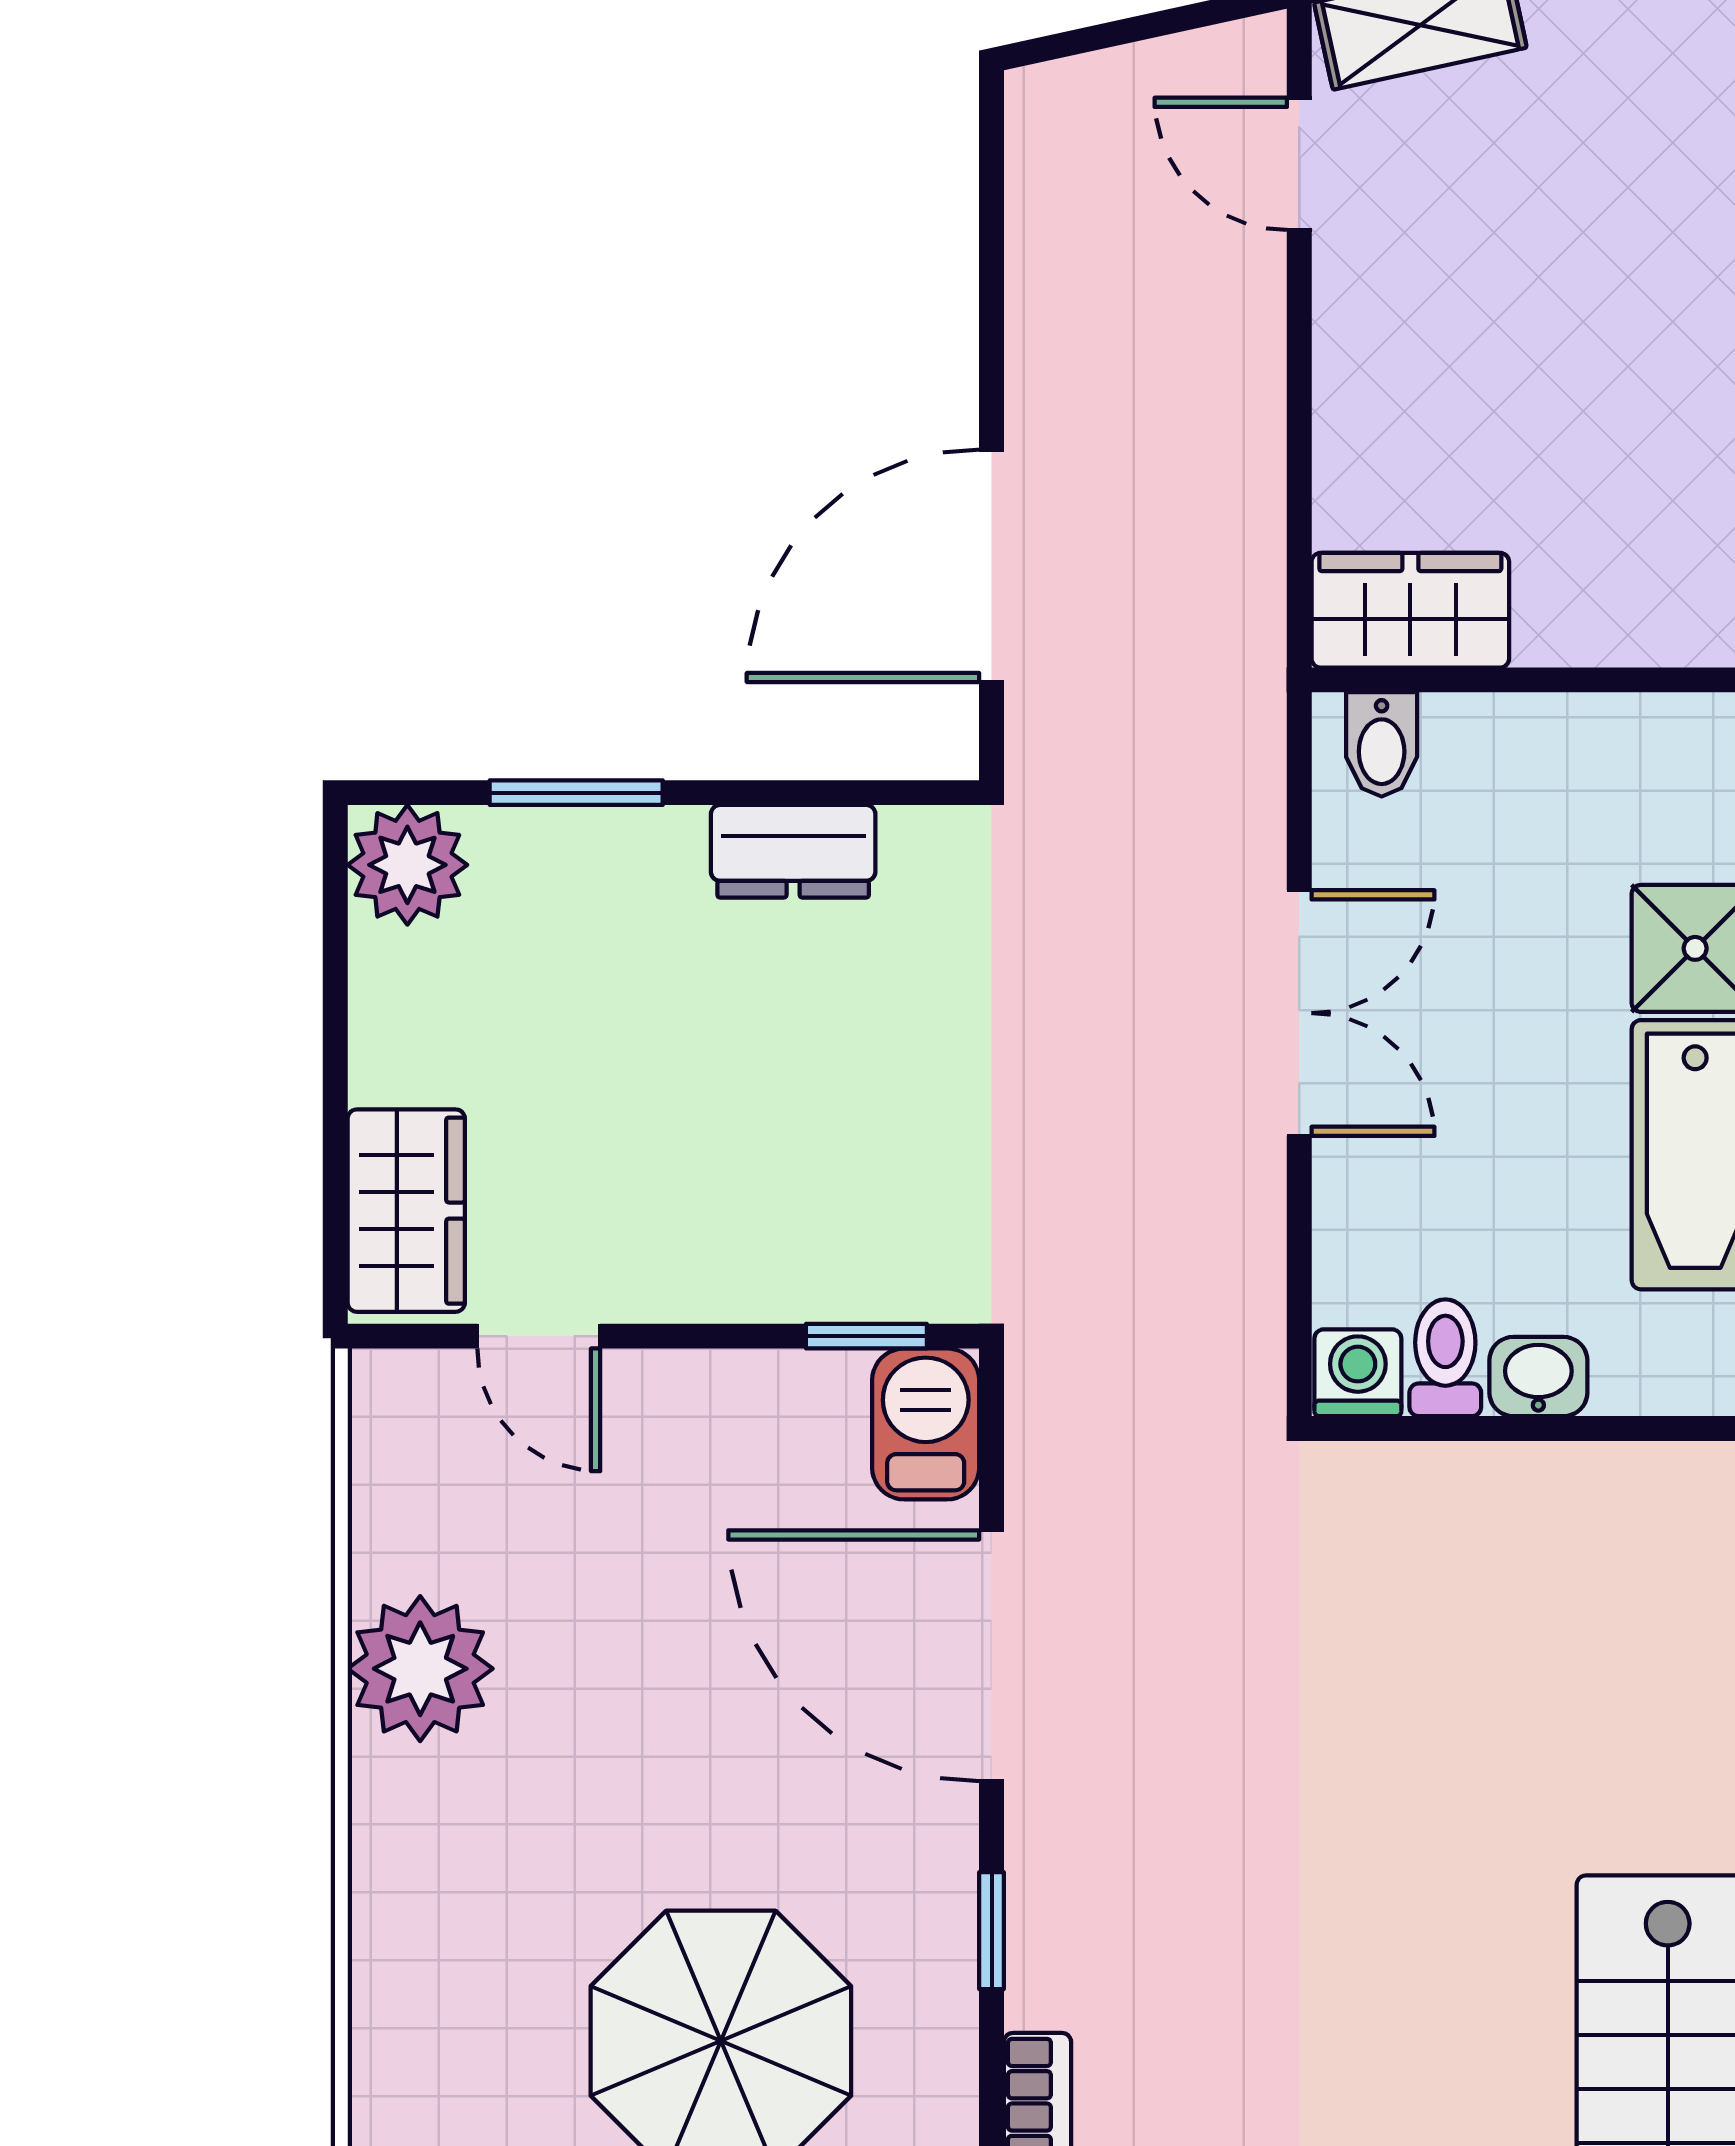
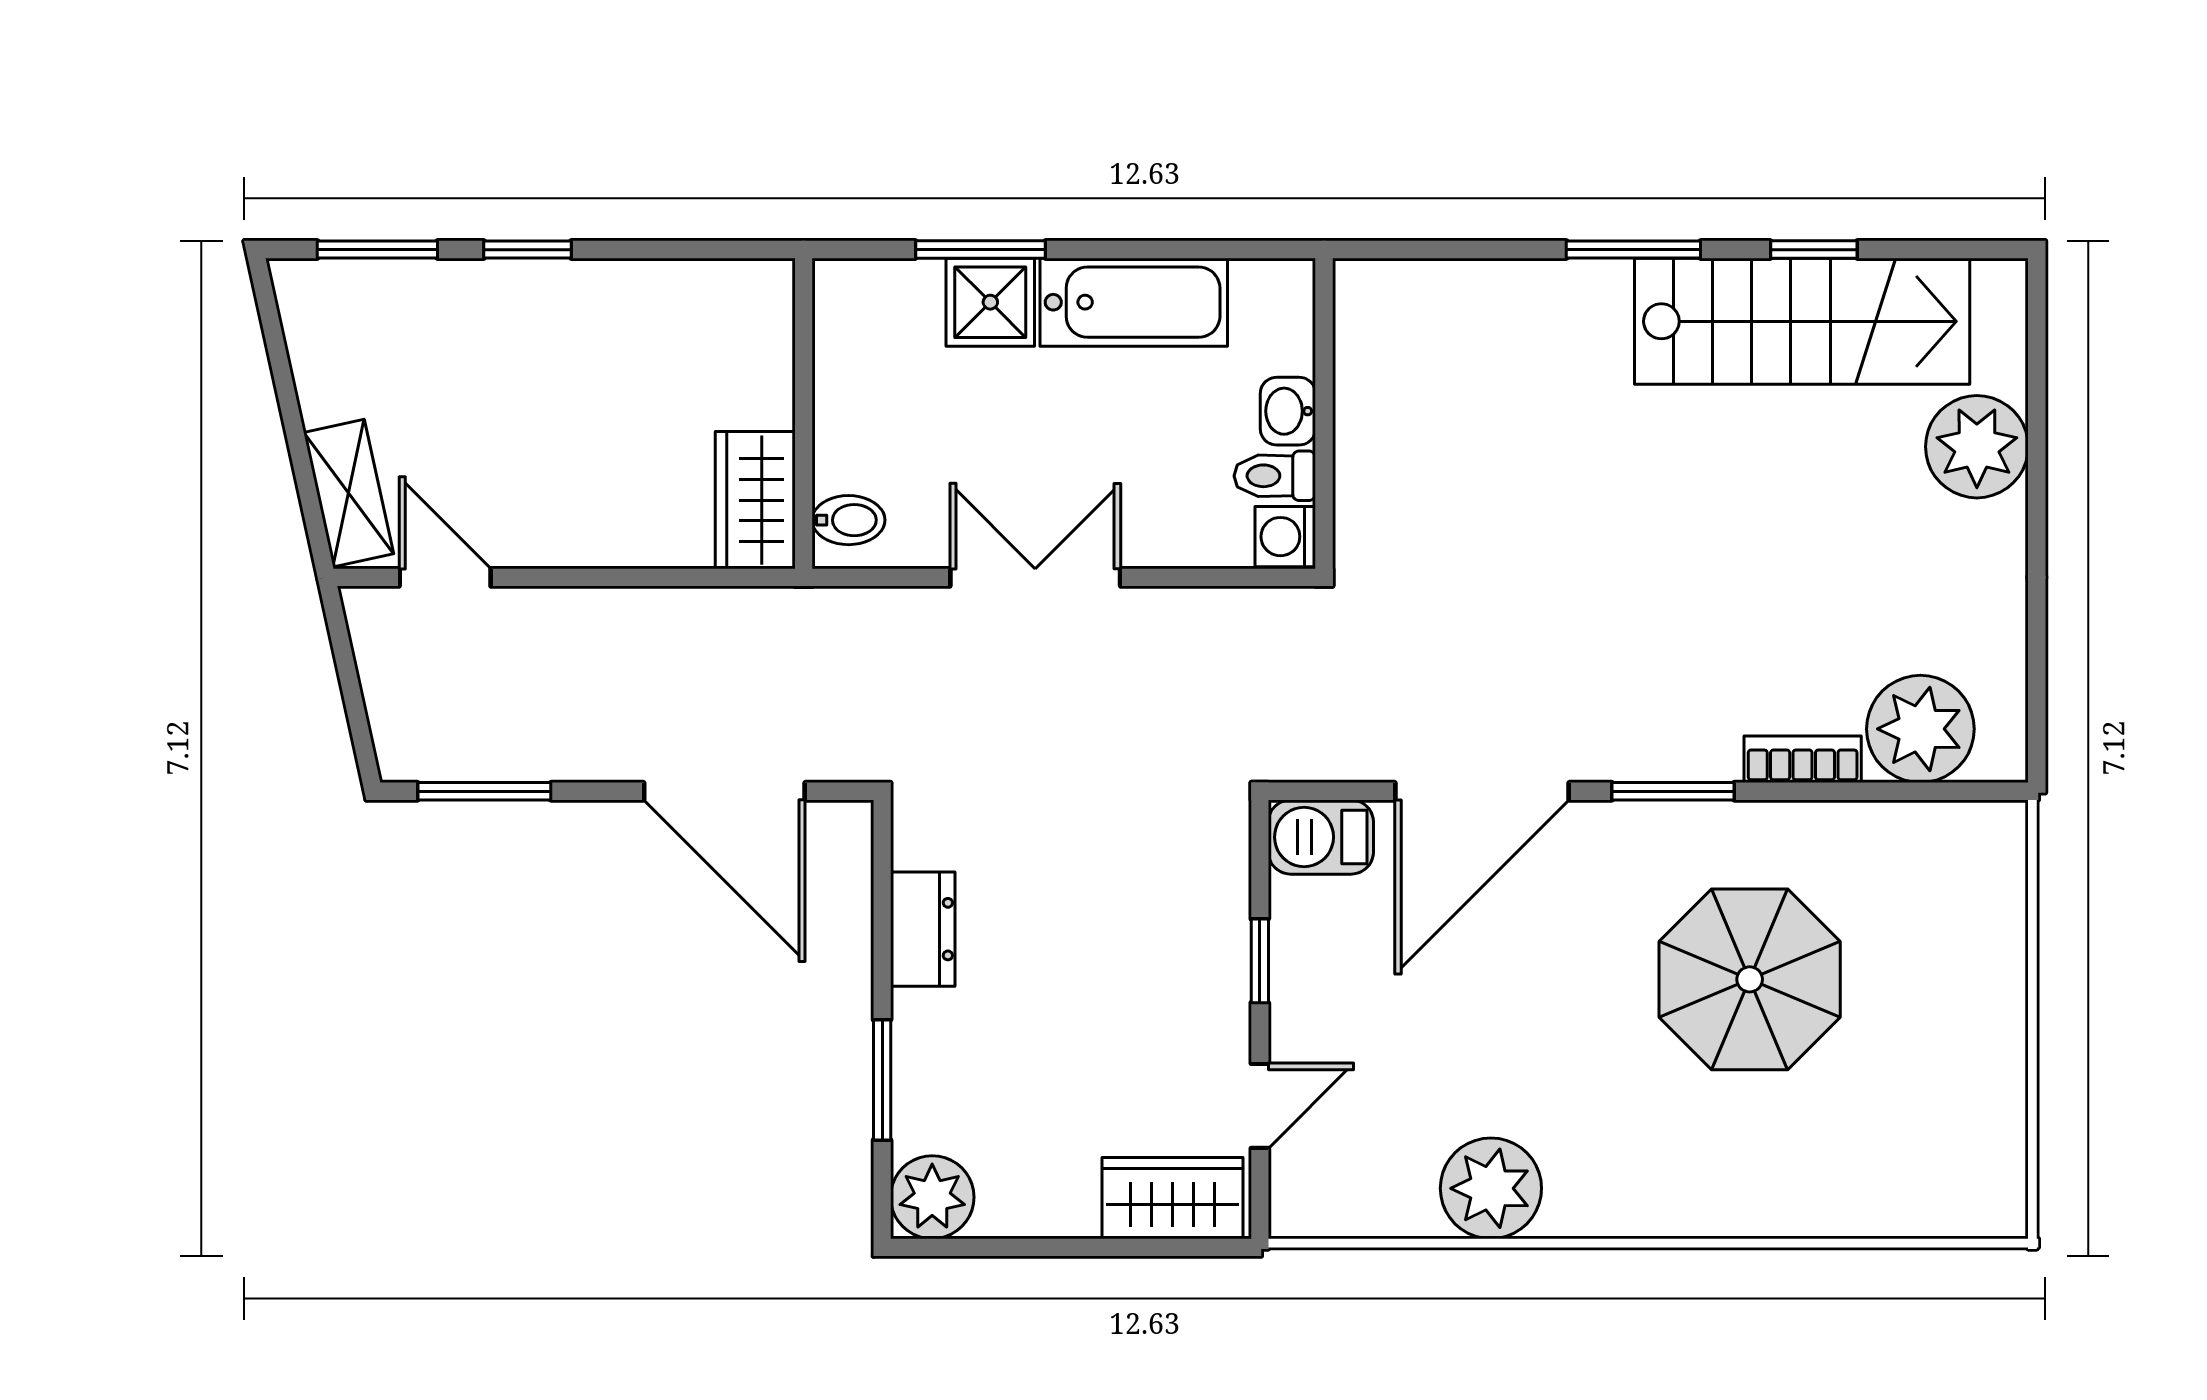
door: (1299, 164) -> (445, 577), swing flipped
window: (992, 220) -> (484, 791), added
window: (866, 1336) -> (1260, 961), moved
window: (992, 1931) -> (1673, 791), width x1.50

